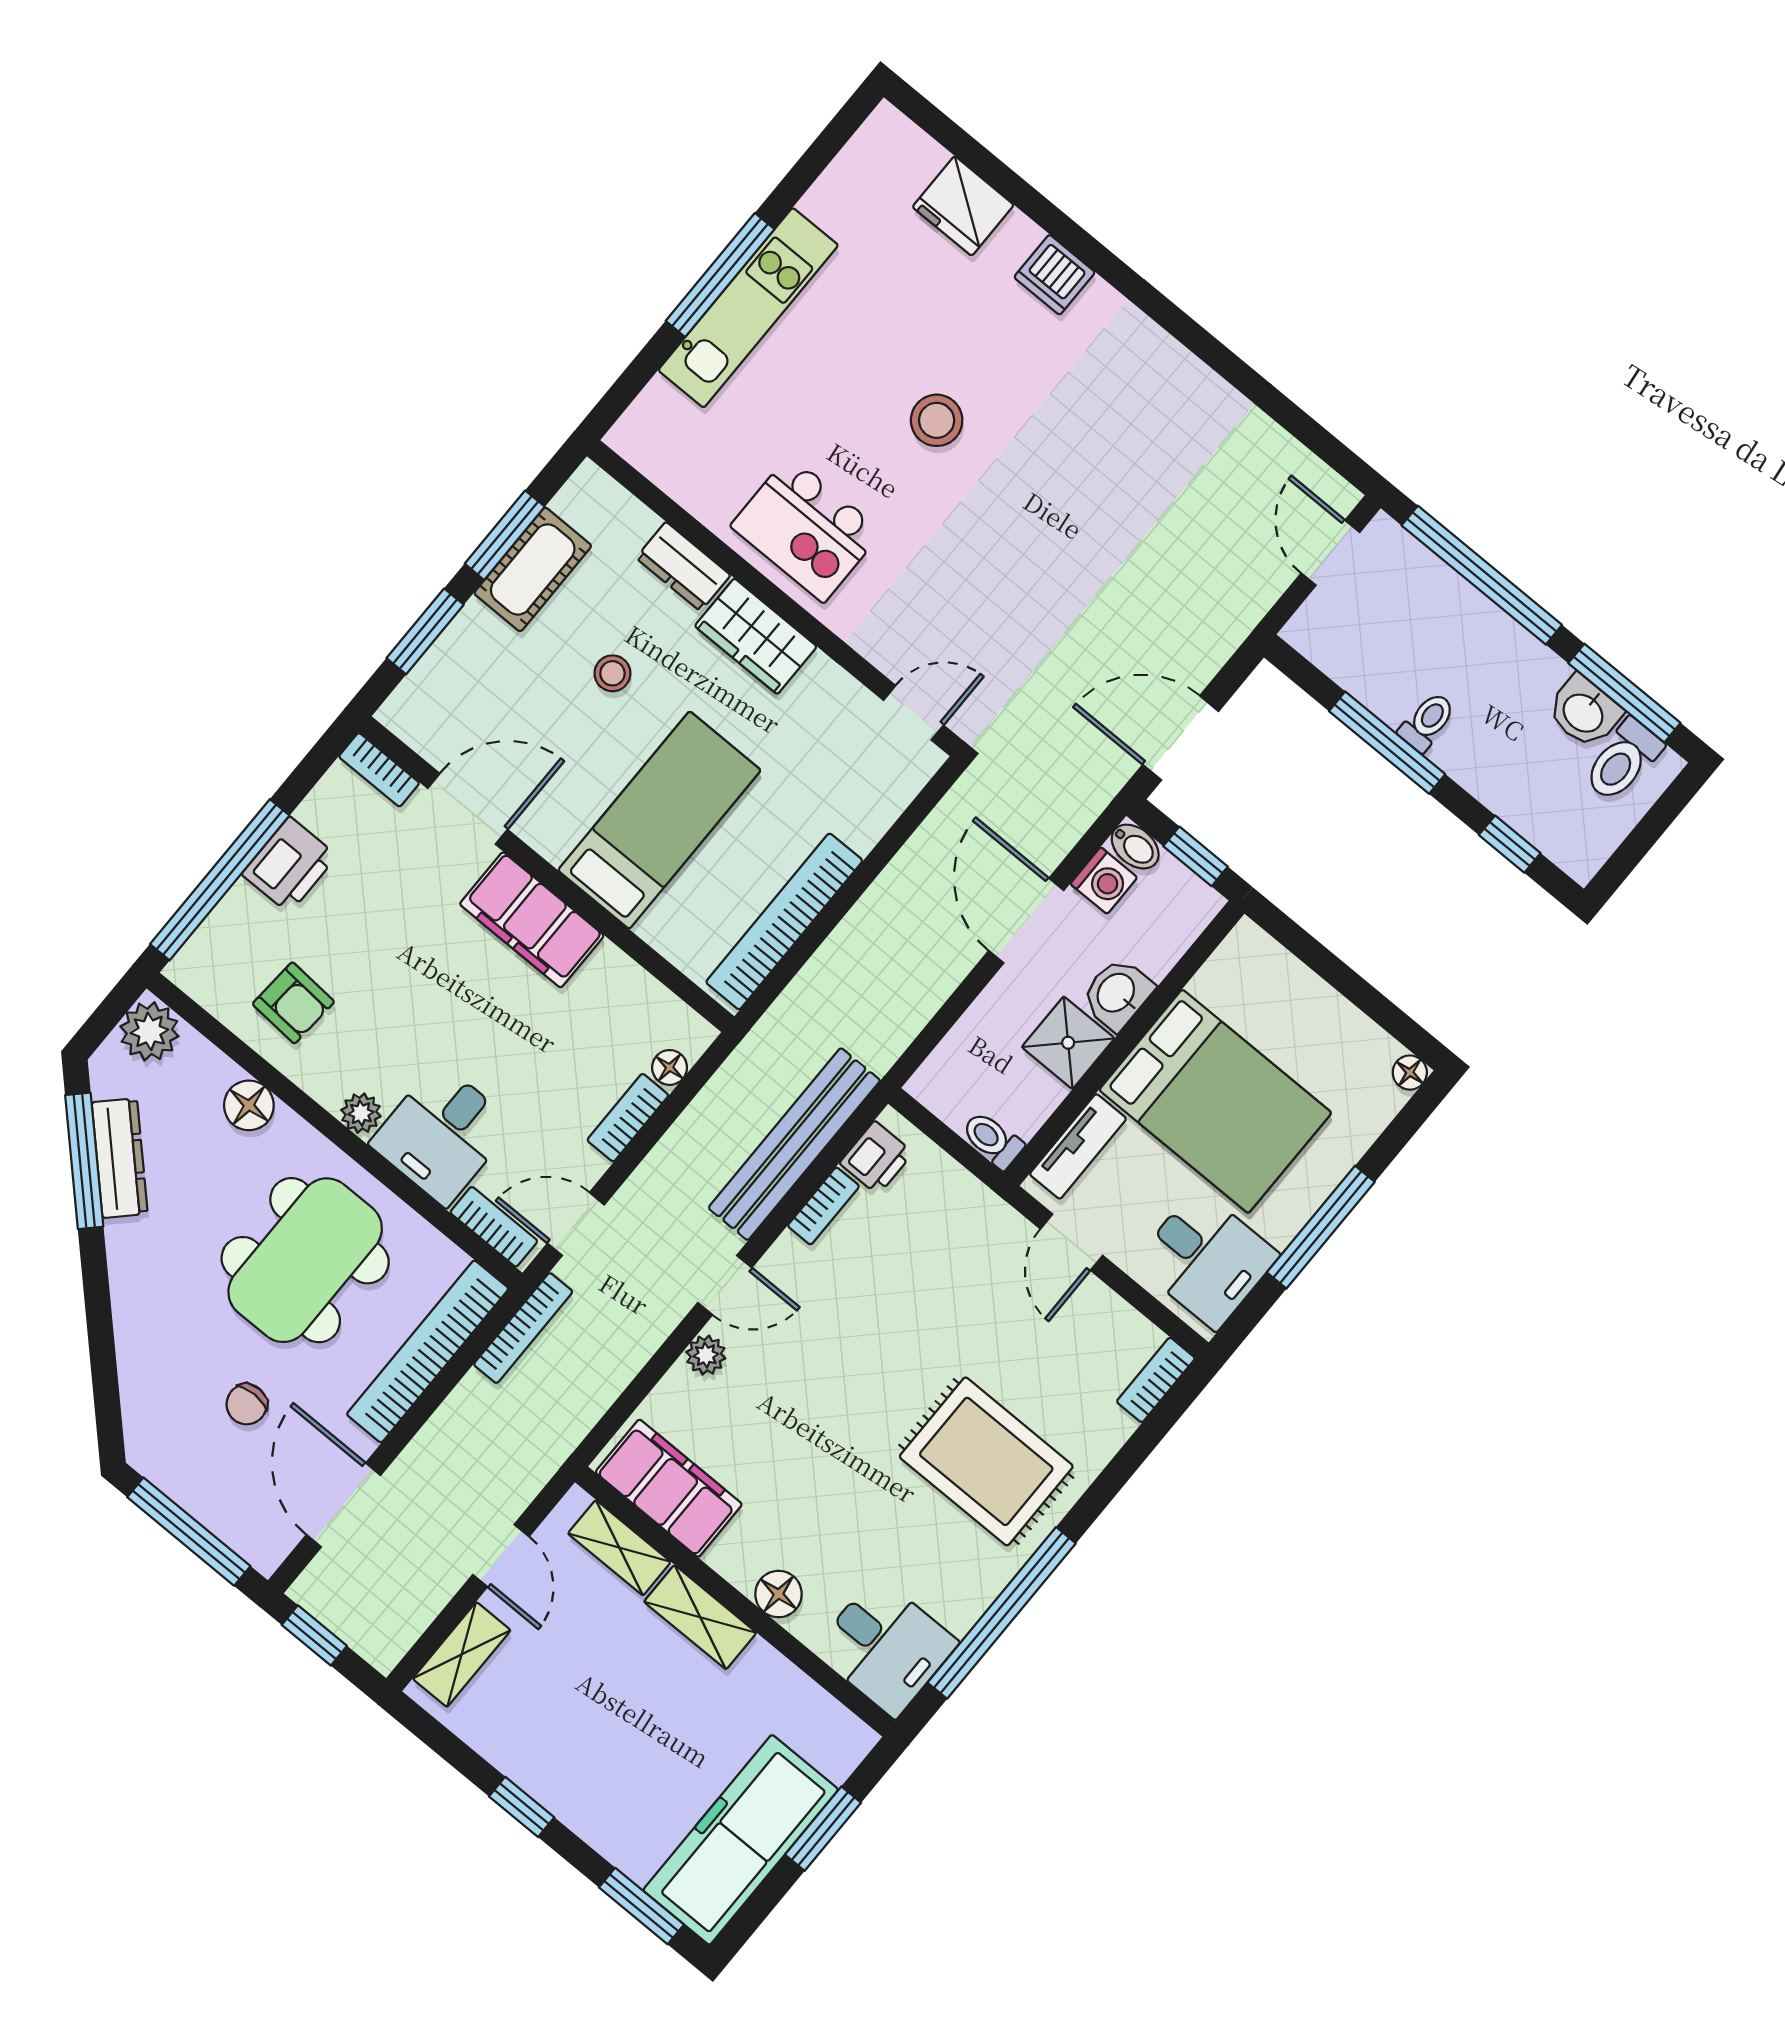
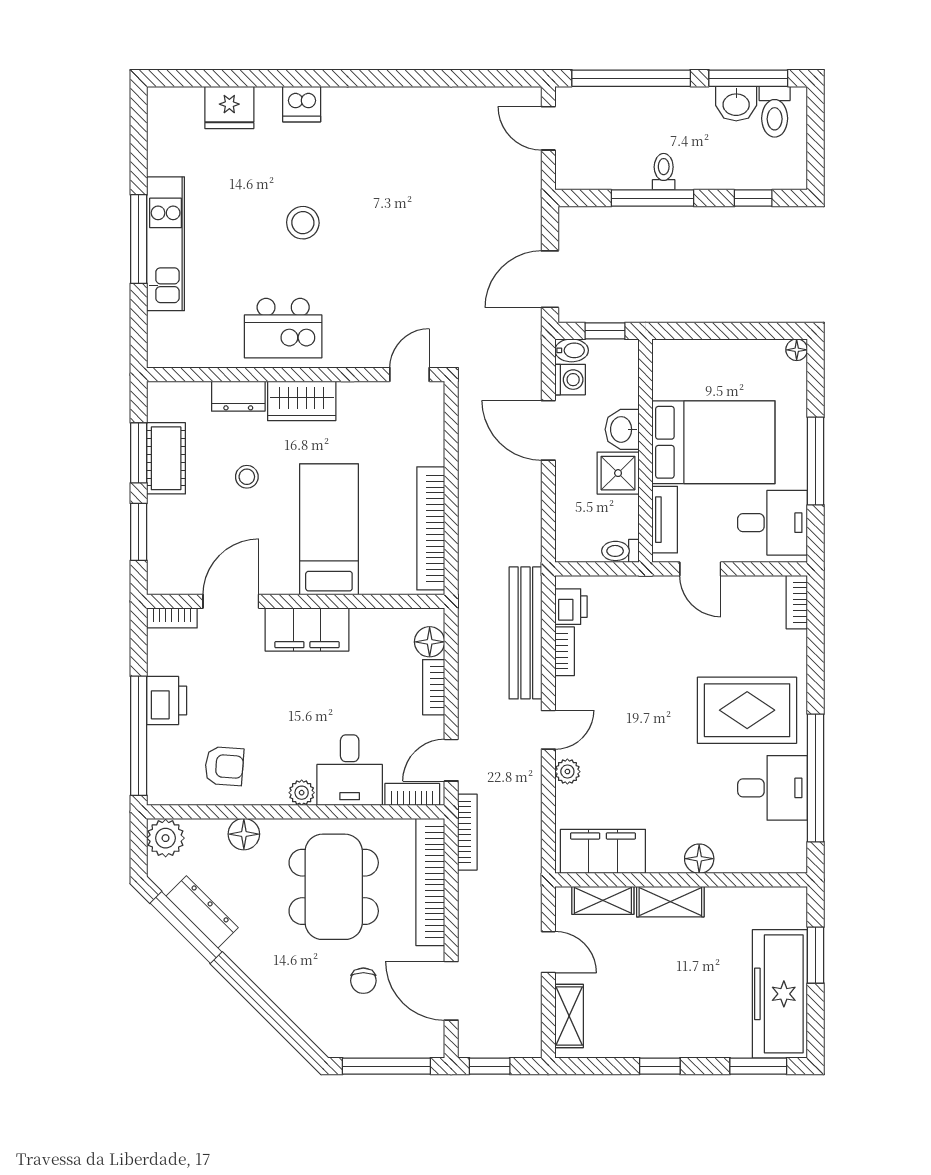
floor lamp: (670, 1067) -> (430, 642), width x1.37, depth x1.37
desk: (886, 1646) -> (773, 788), moved

